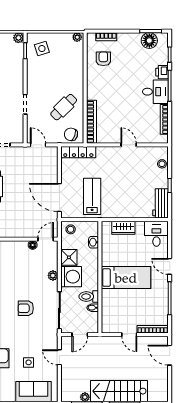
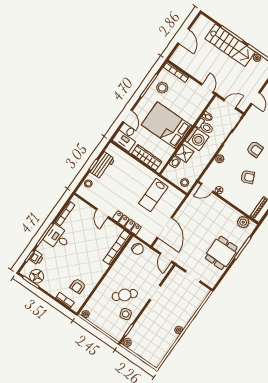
side table: (42, 49) -> (126, 314), moved
printer: (162, 72) -> (36, 258), moved
cafe table: (64, 107) -> (125, 295), moved
locker: (78, 152) -> (127, 223), moved
door: (59, 198) -> (165, 228), moved
workbench: (161, 203) -> (102, 165), moved
wardrobe: (123, 228) -> (147, 158), width x1.50
shower: (69, 257) -> (184, 153), moved
door: (170, 266) -> (127, 116), moved
armchair: (14, 277) -> (248, 177), added
washing machine: (71, 277) -> (197, 139), moved, turned 180
bed: (126, 278) -> (167, 125), width x1.50
stool: (155, 305) -> (162, 88), added
door: (129, 335) -> (207, 88), moved
door: (170, 355) -> (183, 36), moved

